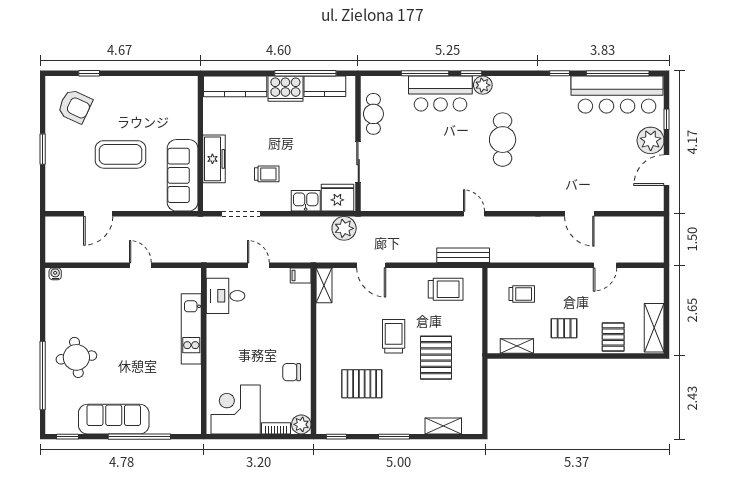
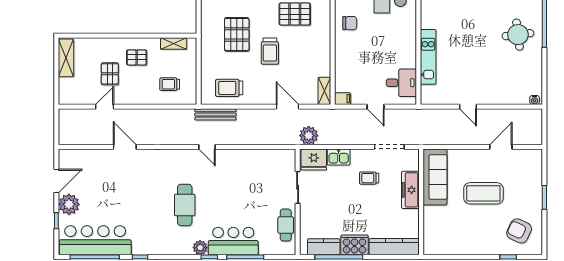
pallet: (613, 337) -> (110, 74), moved

